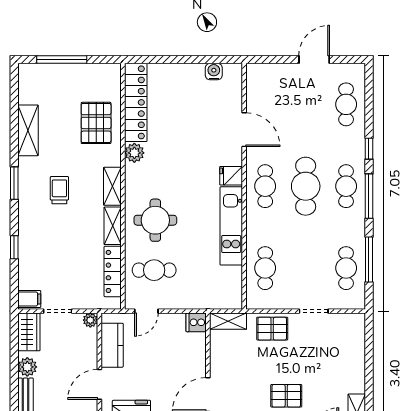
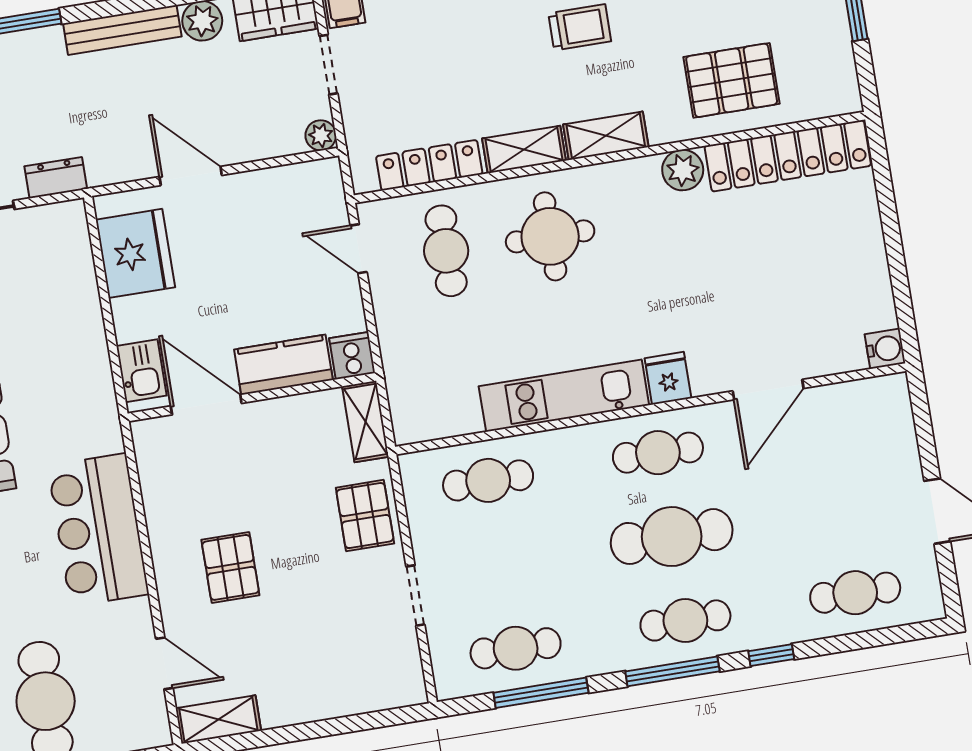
water cooler: (214, 72) -> (885, 349), moved
kitchen counter: (112, 345) -> (283, 365), moved, turned 180

